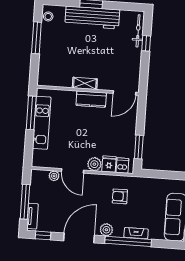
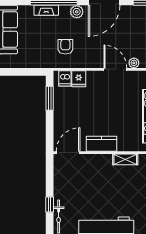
shelving: (85, 83) -> (125, 159), moved
plant: (94, 164) -> (94, 78), removed
armchair: (120, 196) -> (65, 47), turned -90

